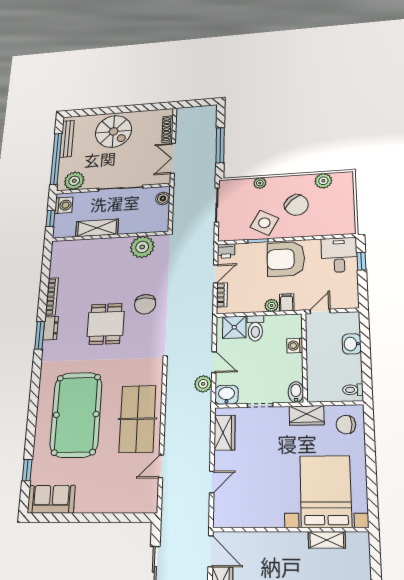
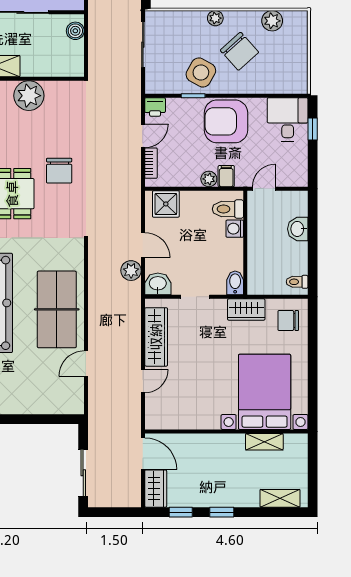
plant: (260, 183) -> (215, 18), moved
plant: (142, 247) -> (29, 96), moved
toilet: (255, 328) -> (228, 209), moved, turned 90
wardrobe: (225, 433) -> (156, 337), width x1.50

